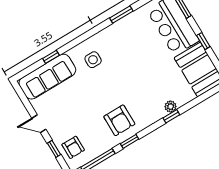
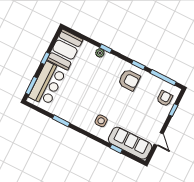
armchair: (119, 120) -> (129, 80), turned 90
door: (39, 124) -> (159, 139), moved

